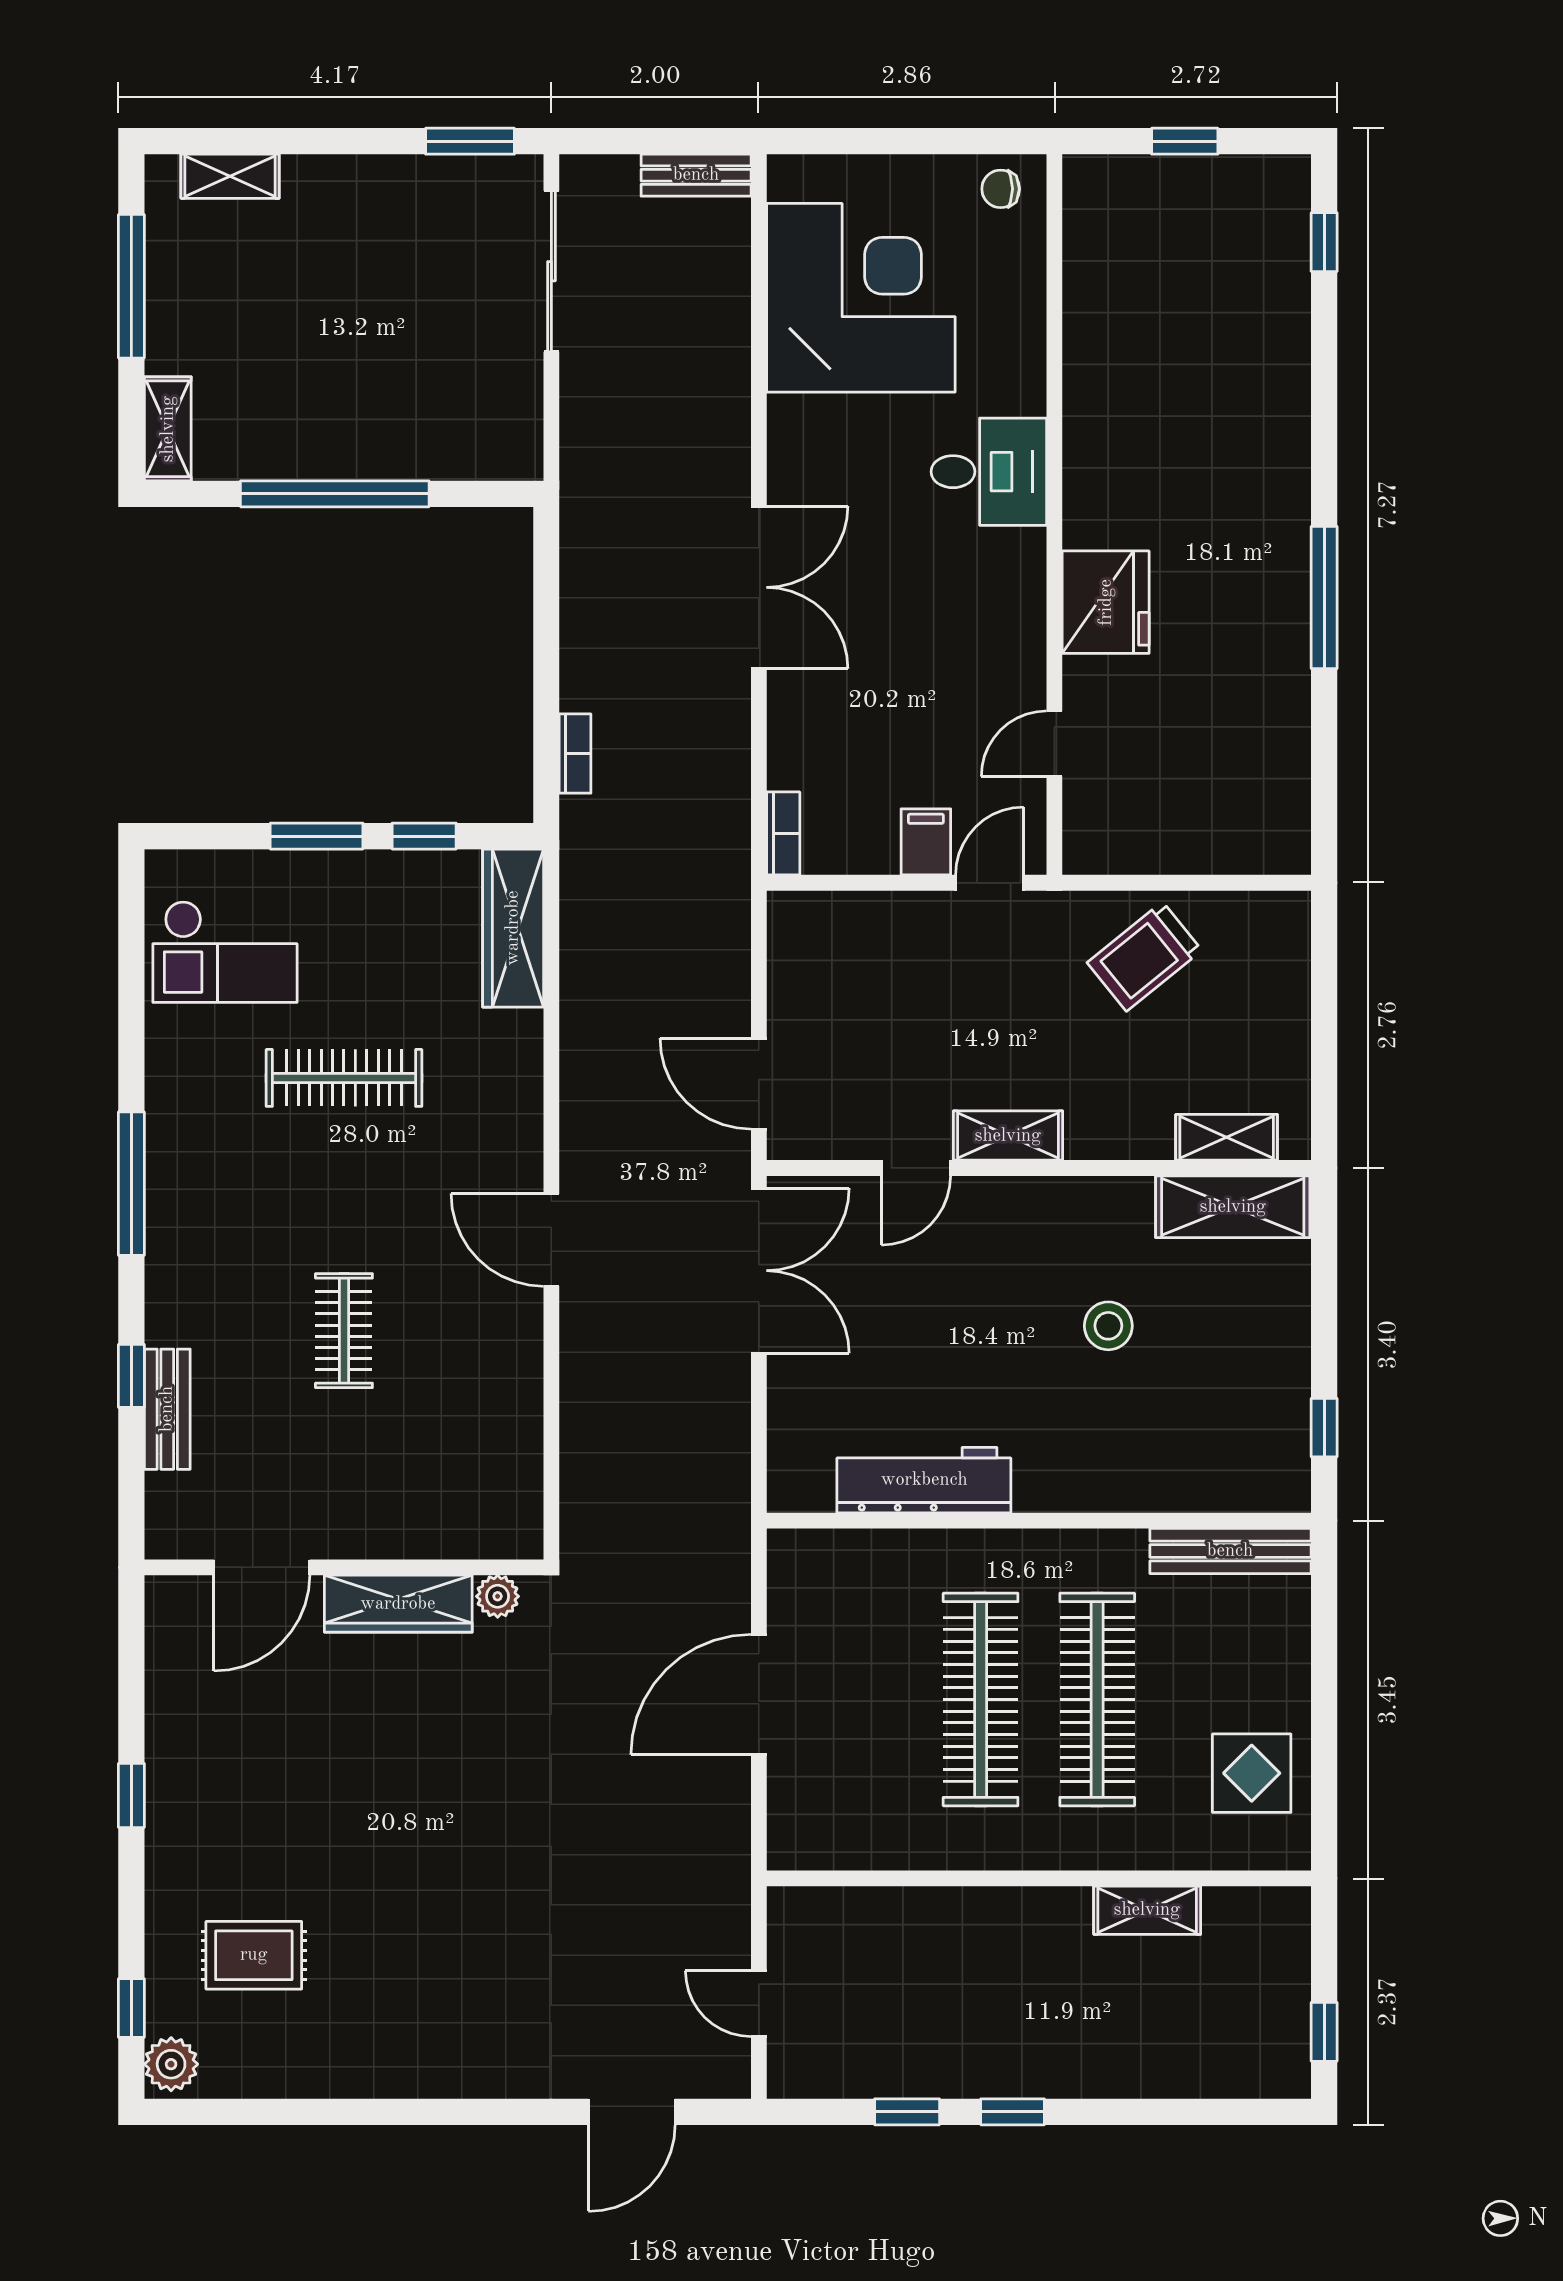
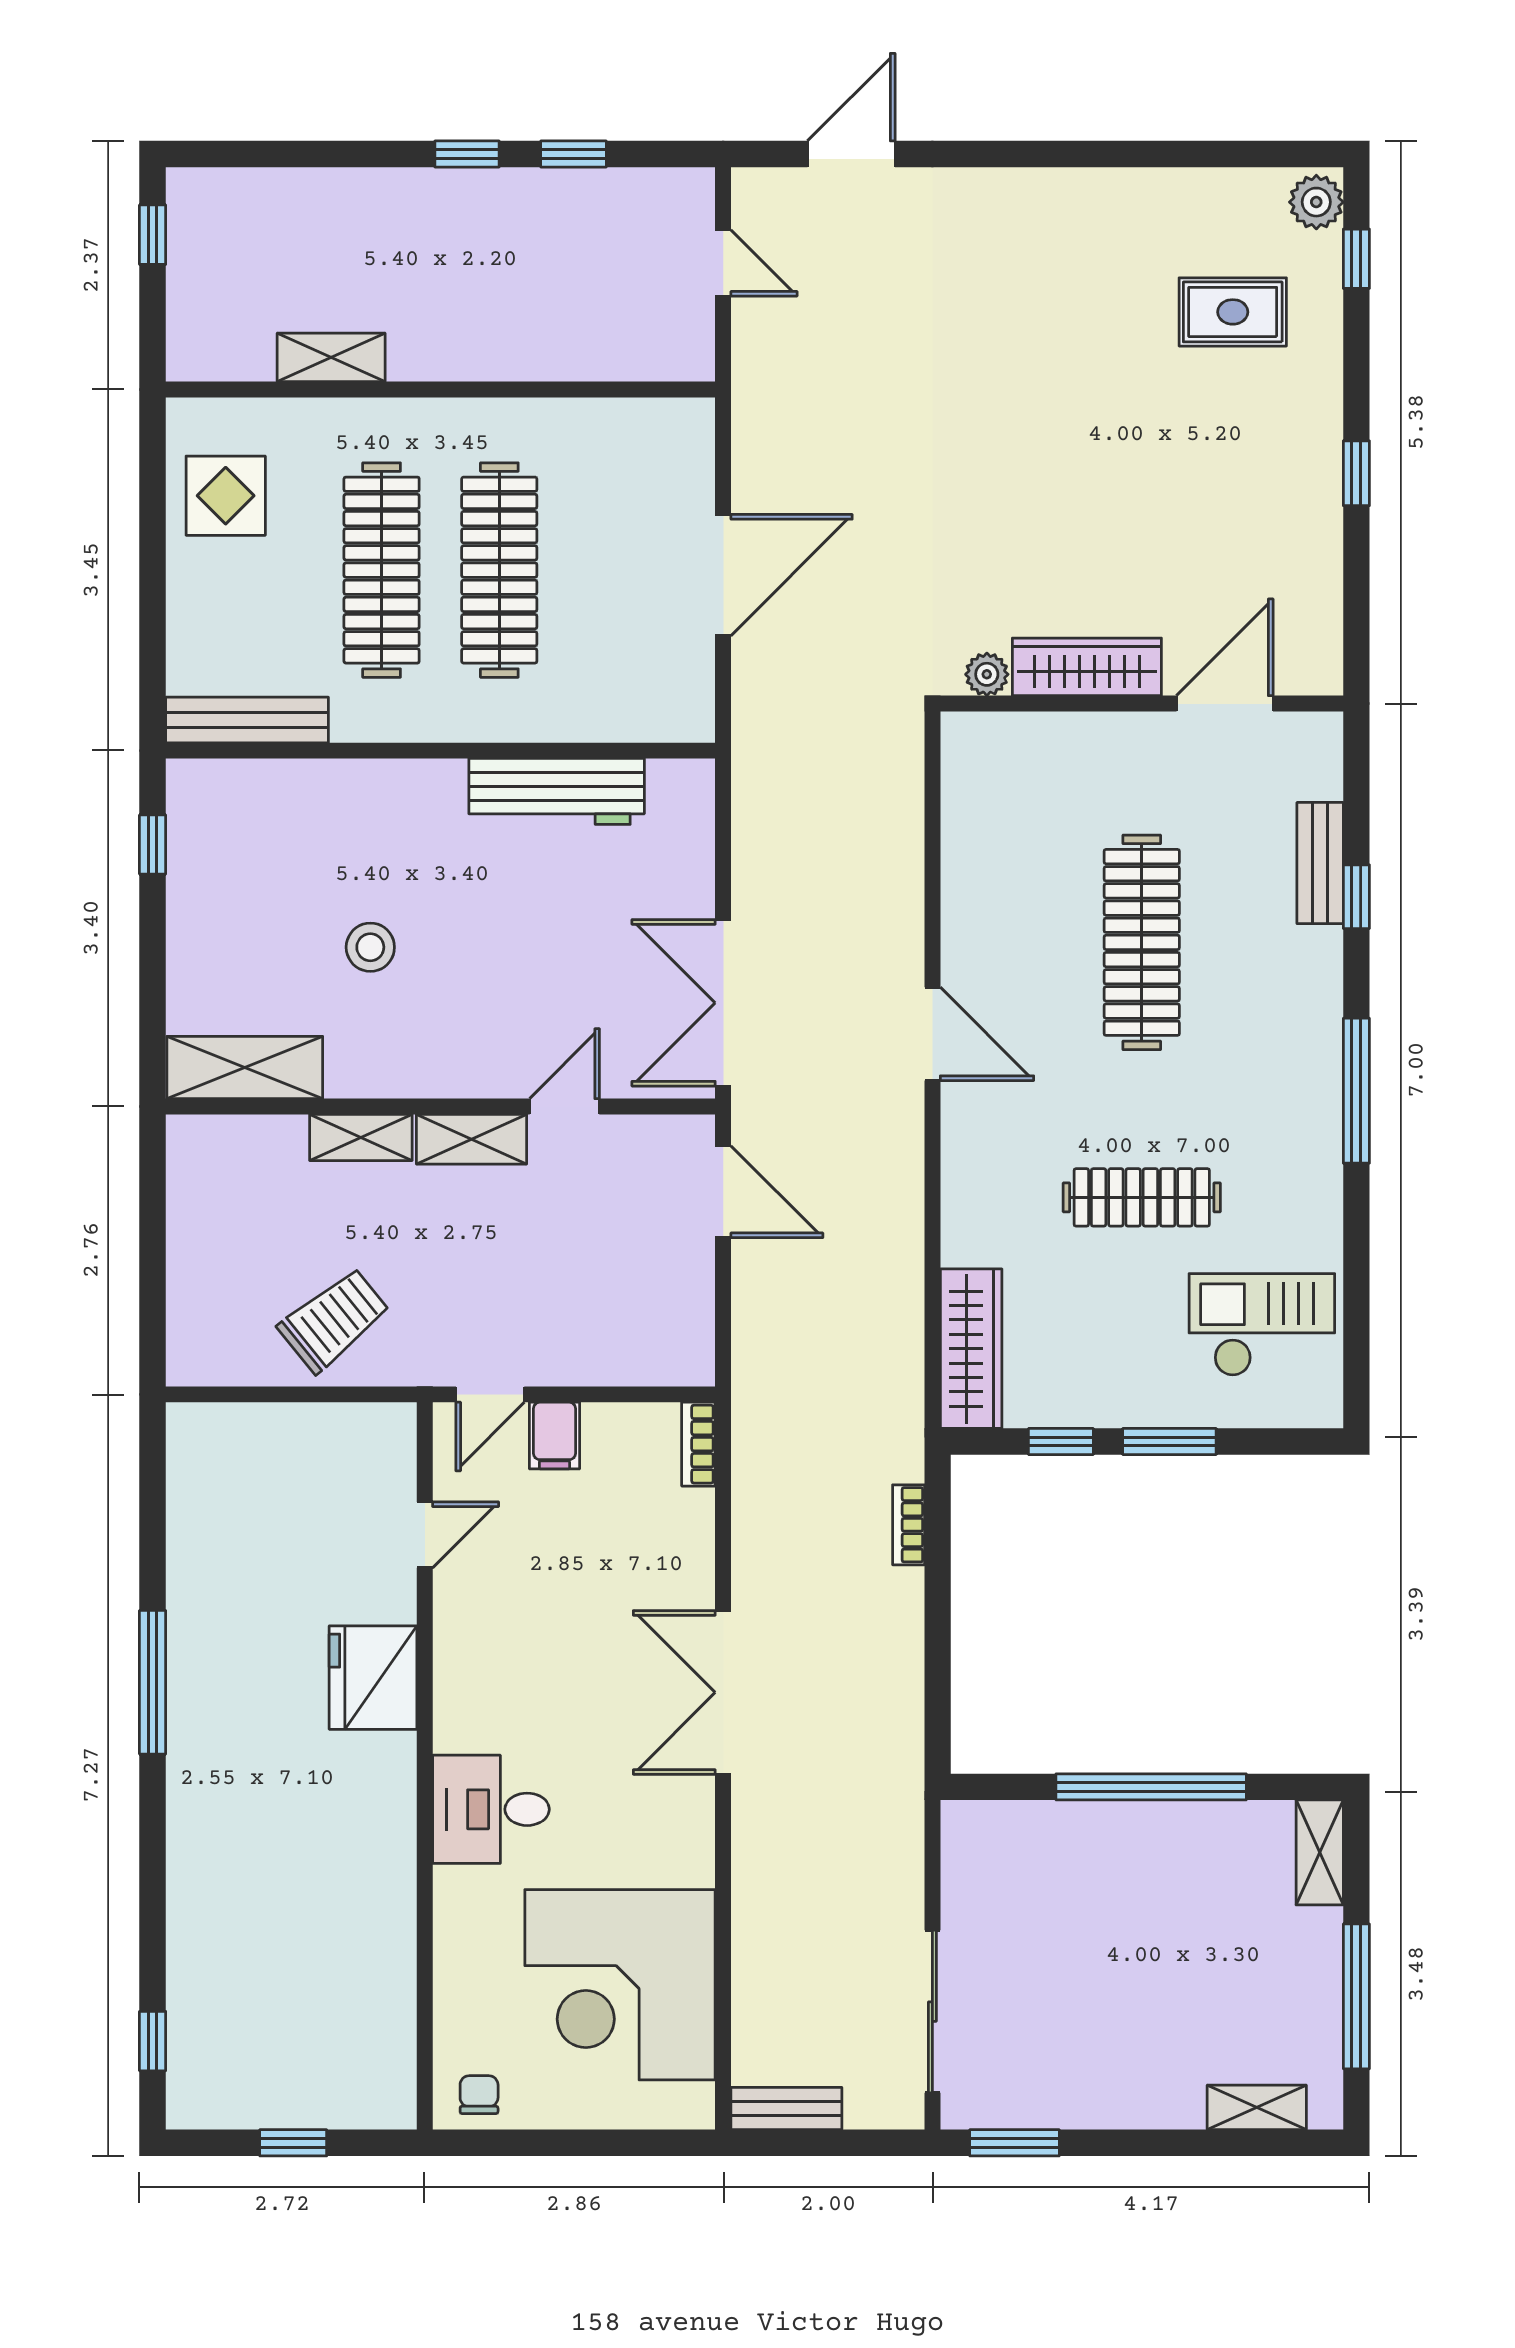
chair: (1001, 189) -> (479, 2095), turned -90
shelving: (1227, 1137) -> (361, 1137), moved
clothes rail: (344, 1331) -> (1142, 942), width x1.86, depth x1.31

